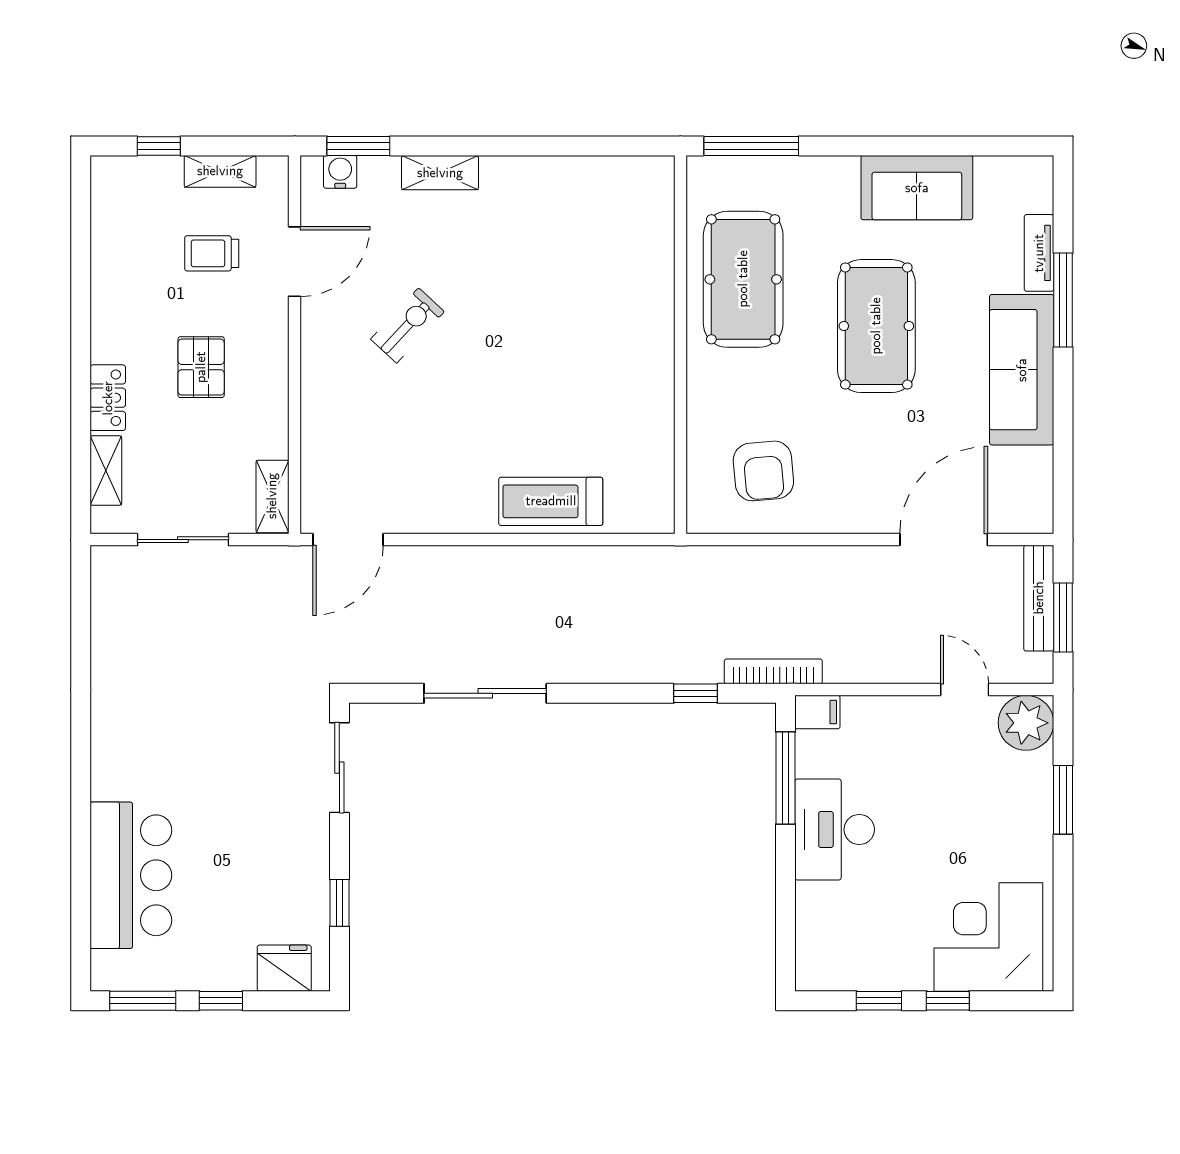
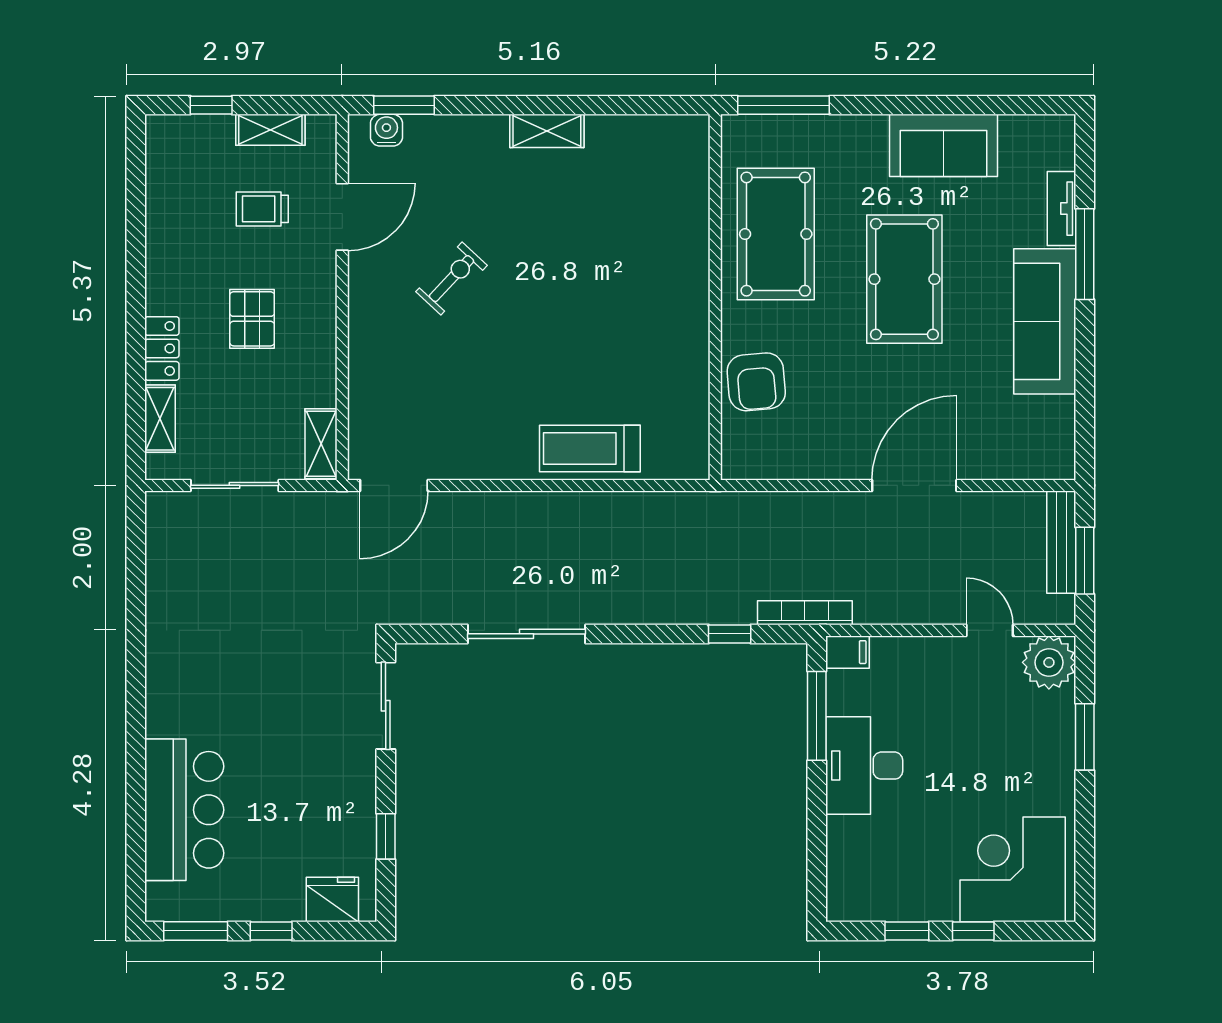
shelving: (440, 173) -> (547, 131), moved
armchair: (763, 471) -> (756, 382), moved
door: (944, 540) -> (914, 485), moved

